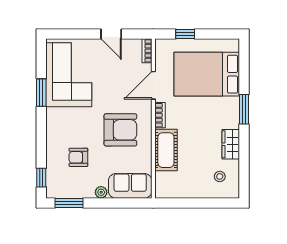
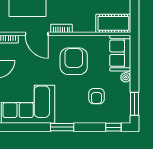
window: (41, 93) -> (62, 127), moved
cot: (166, 150) -> (113, 23), moved

